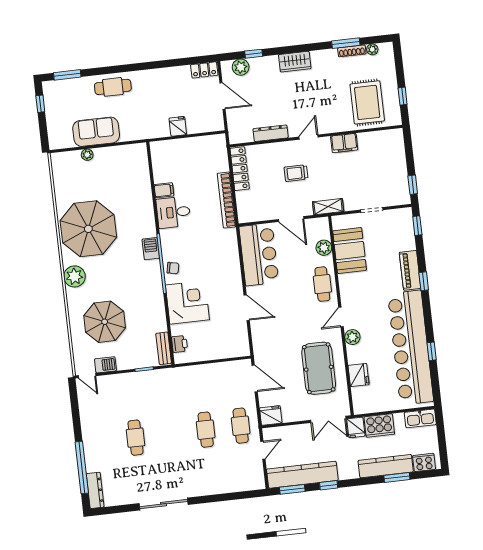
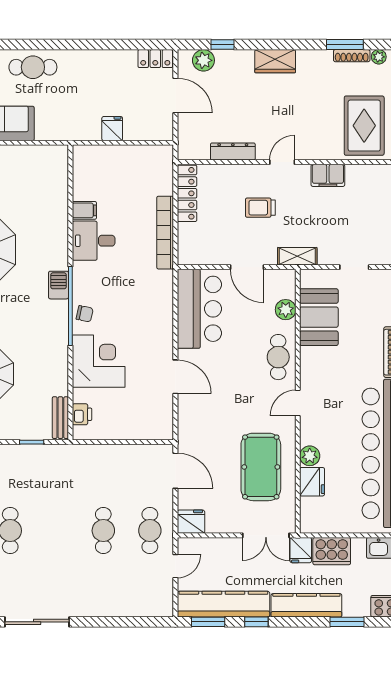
plant: (352, 337) -> (310, 456), moved
kitchen counter: (386, 466) -> (306, 605), moved

